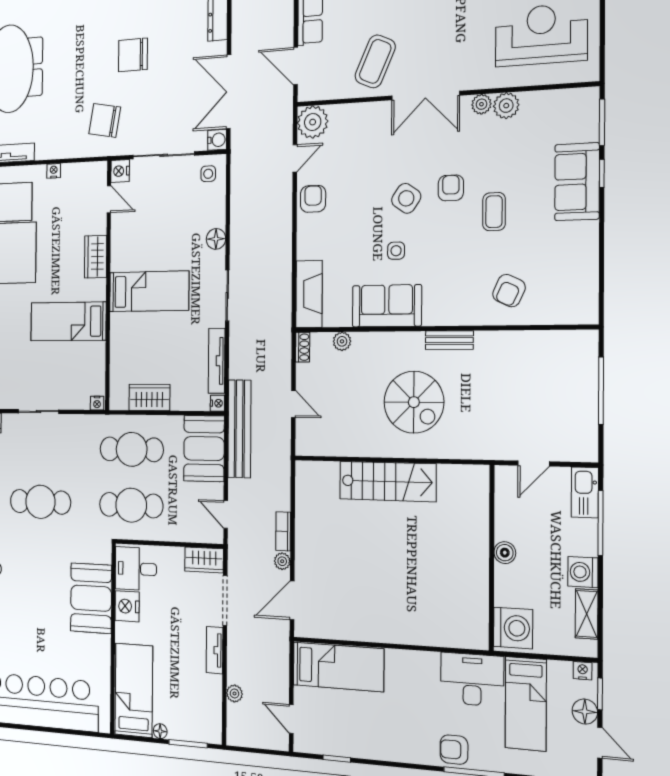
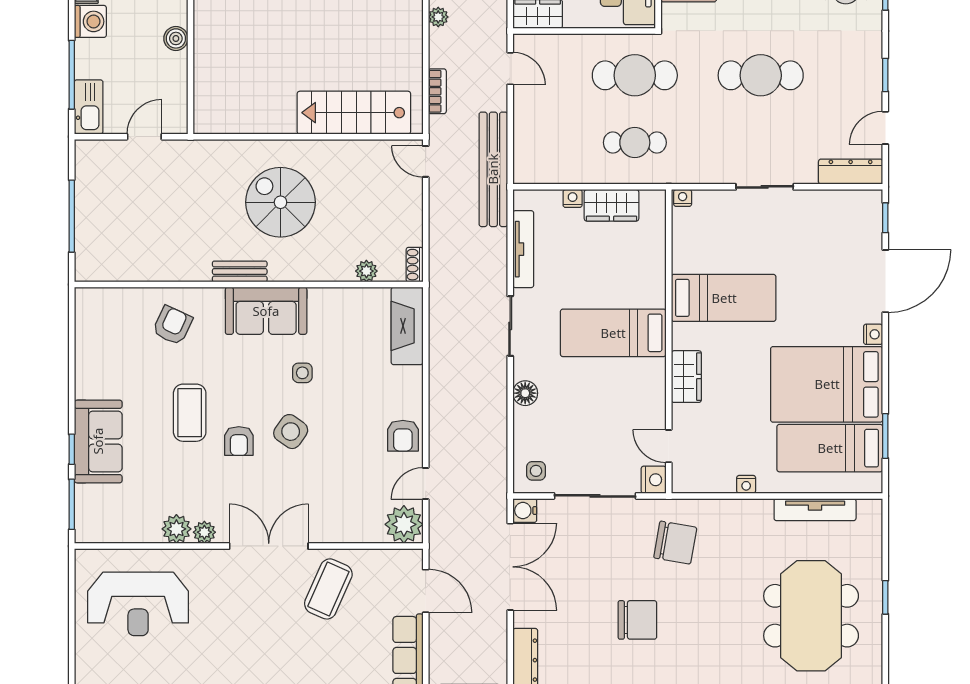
coffee table: (494, 212) -> (190, 413), width x1.36, depth x1.30
sofa: (387, 306) -> (266, 311), moved
nightstand: (217, 403) -> (573, 198), moved, turned 90
door: (293, 404) -> (426, 161), moved
cafe table: (132, 449) -> (635, 143), width x0.73, depth x0.74
booth: (204, 449) -> (539, 145), removed
stairs: (388, 481) -> (354, 113), moved
bookcase: (283, 531) -> (437, 91), moved

